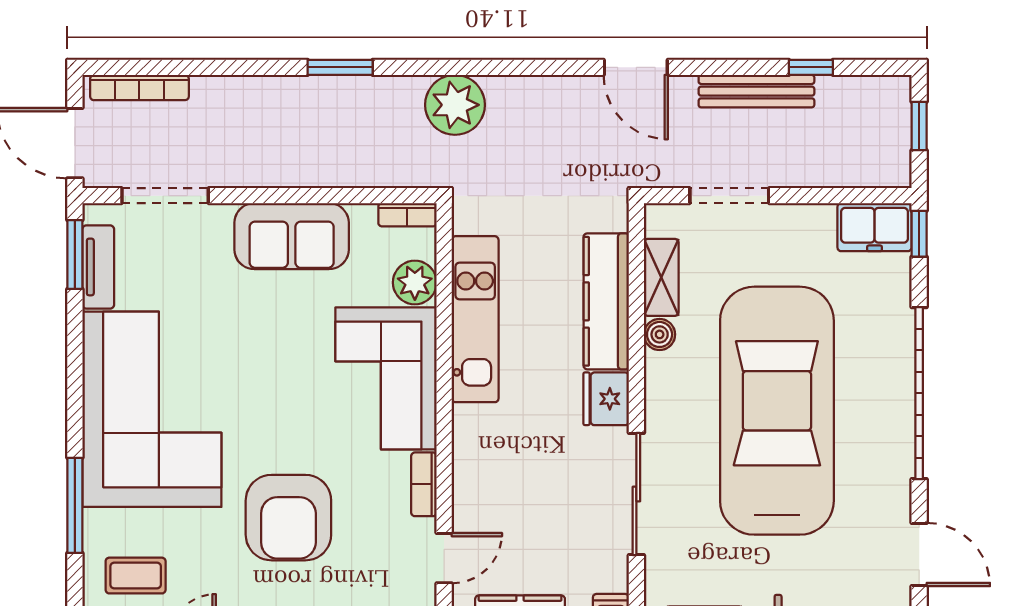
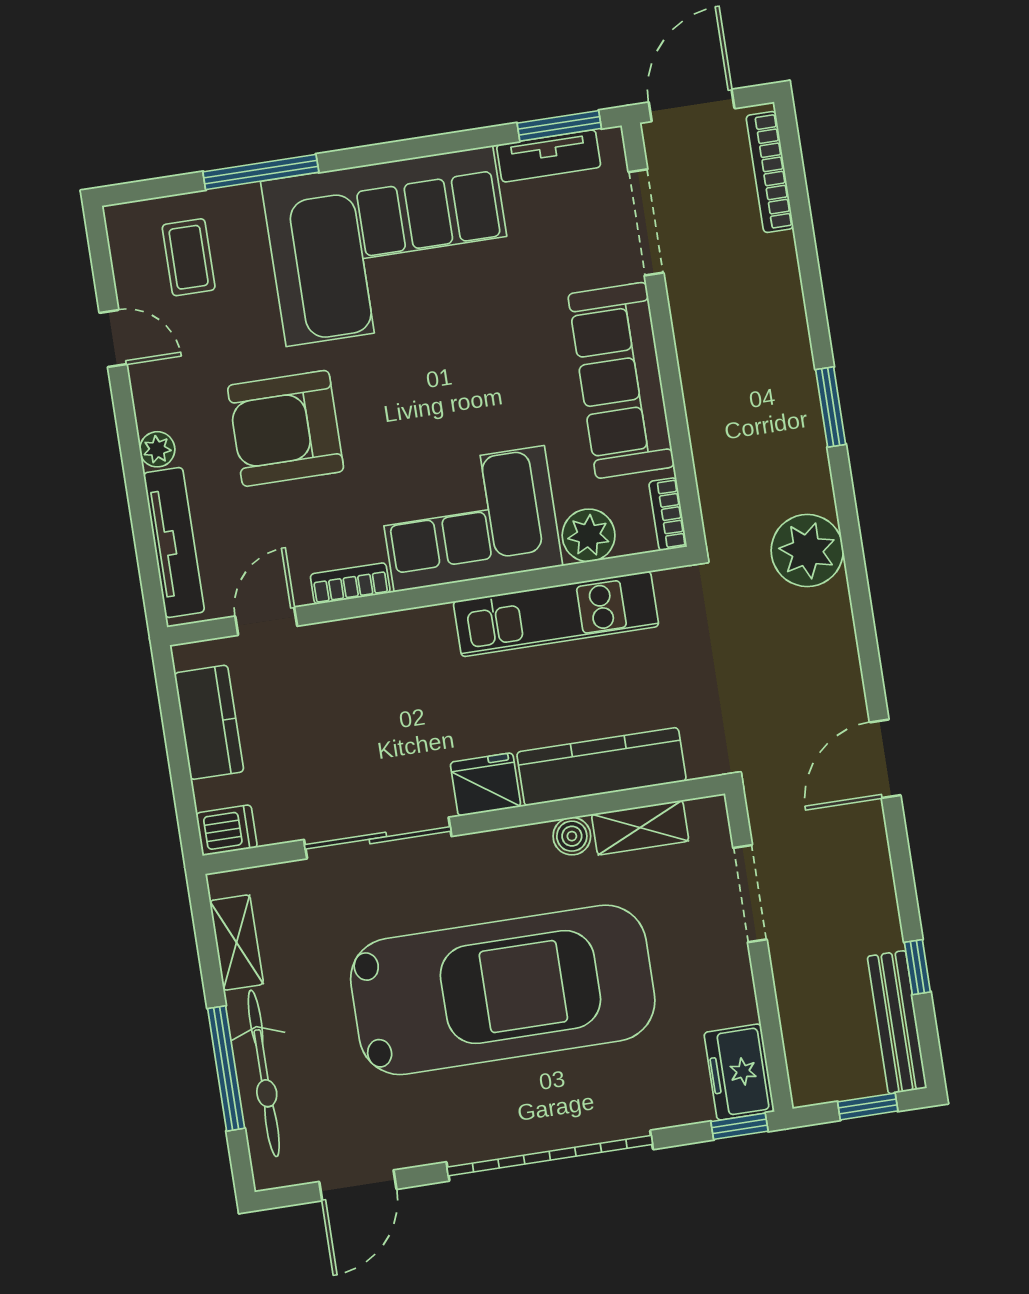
bench: (756, 91) -> (897, 1022), moved
sofa: (292, 236) -> (621, 380), width x1.36
door: (444, 558) -> (266, 621), swing flipped

